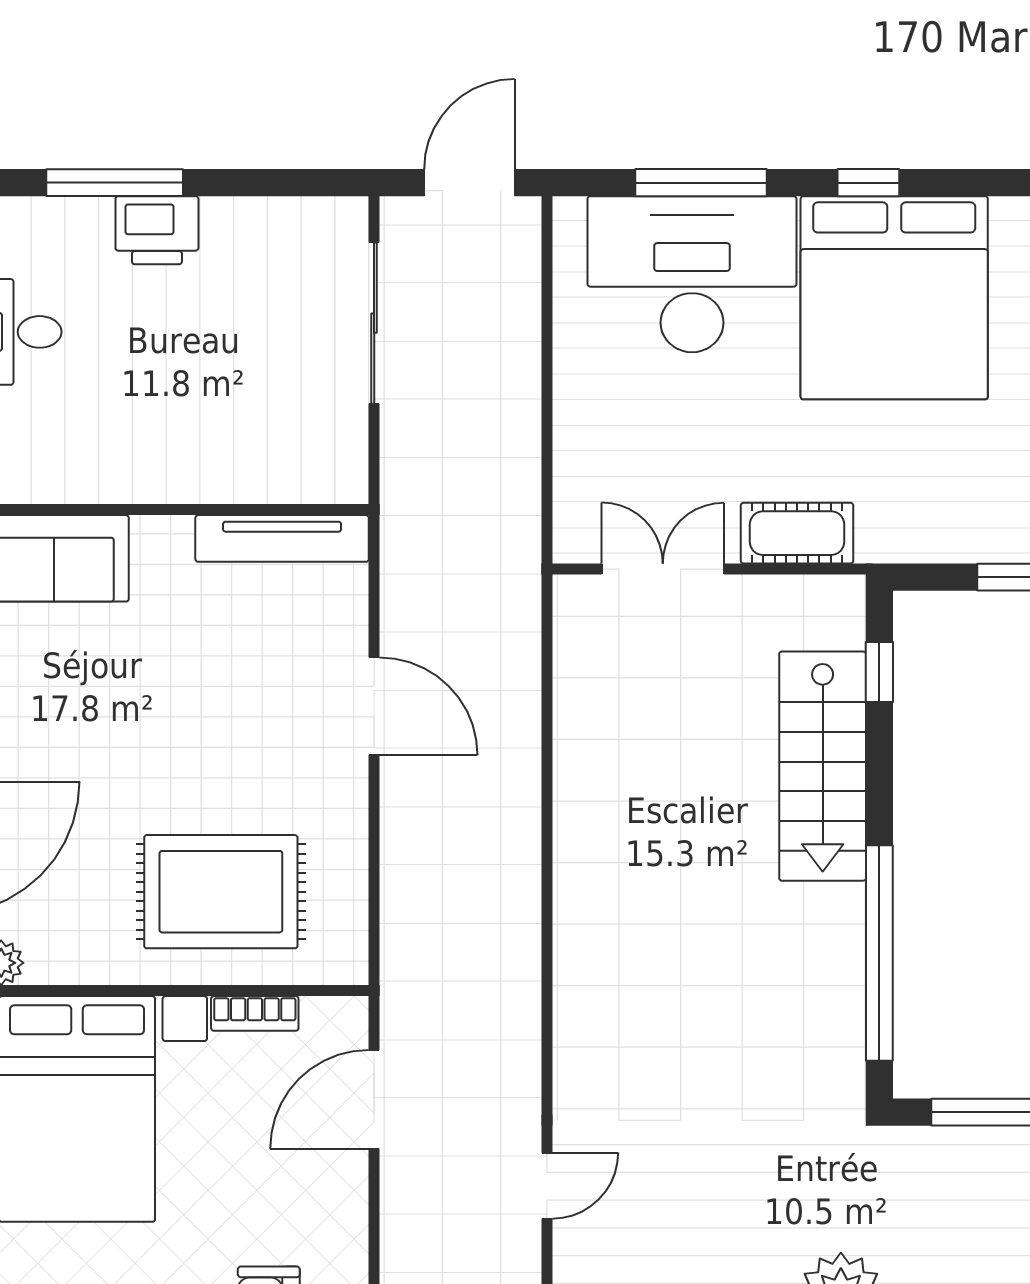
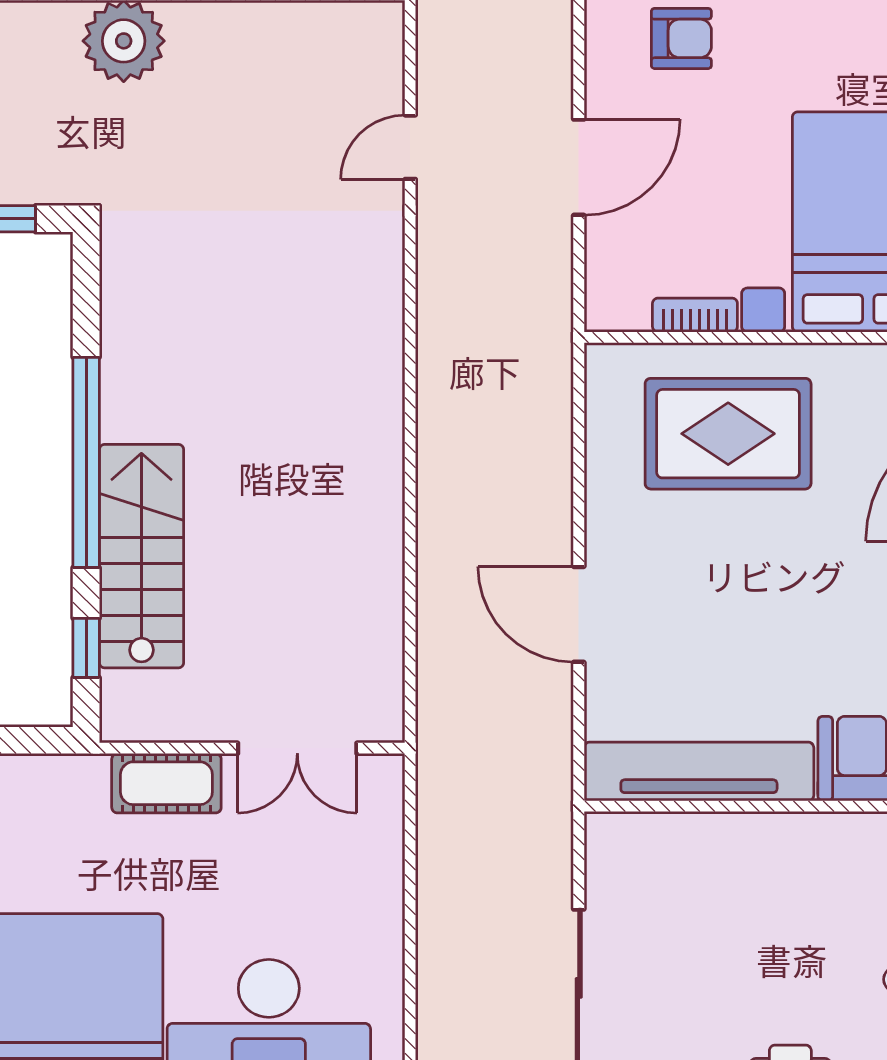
tv unit: (282, 538) -> (699, 772), width x1.36, depth x1.29
window: (879, 953) -> (86, 462), moved
door: (374, 1099) -> (579, 167), moved

